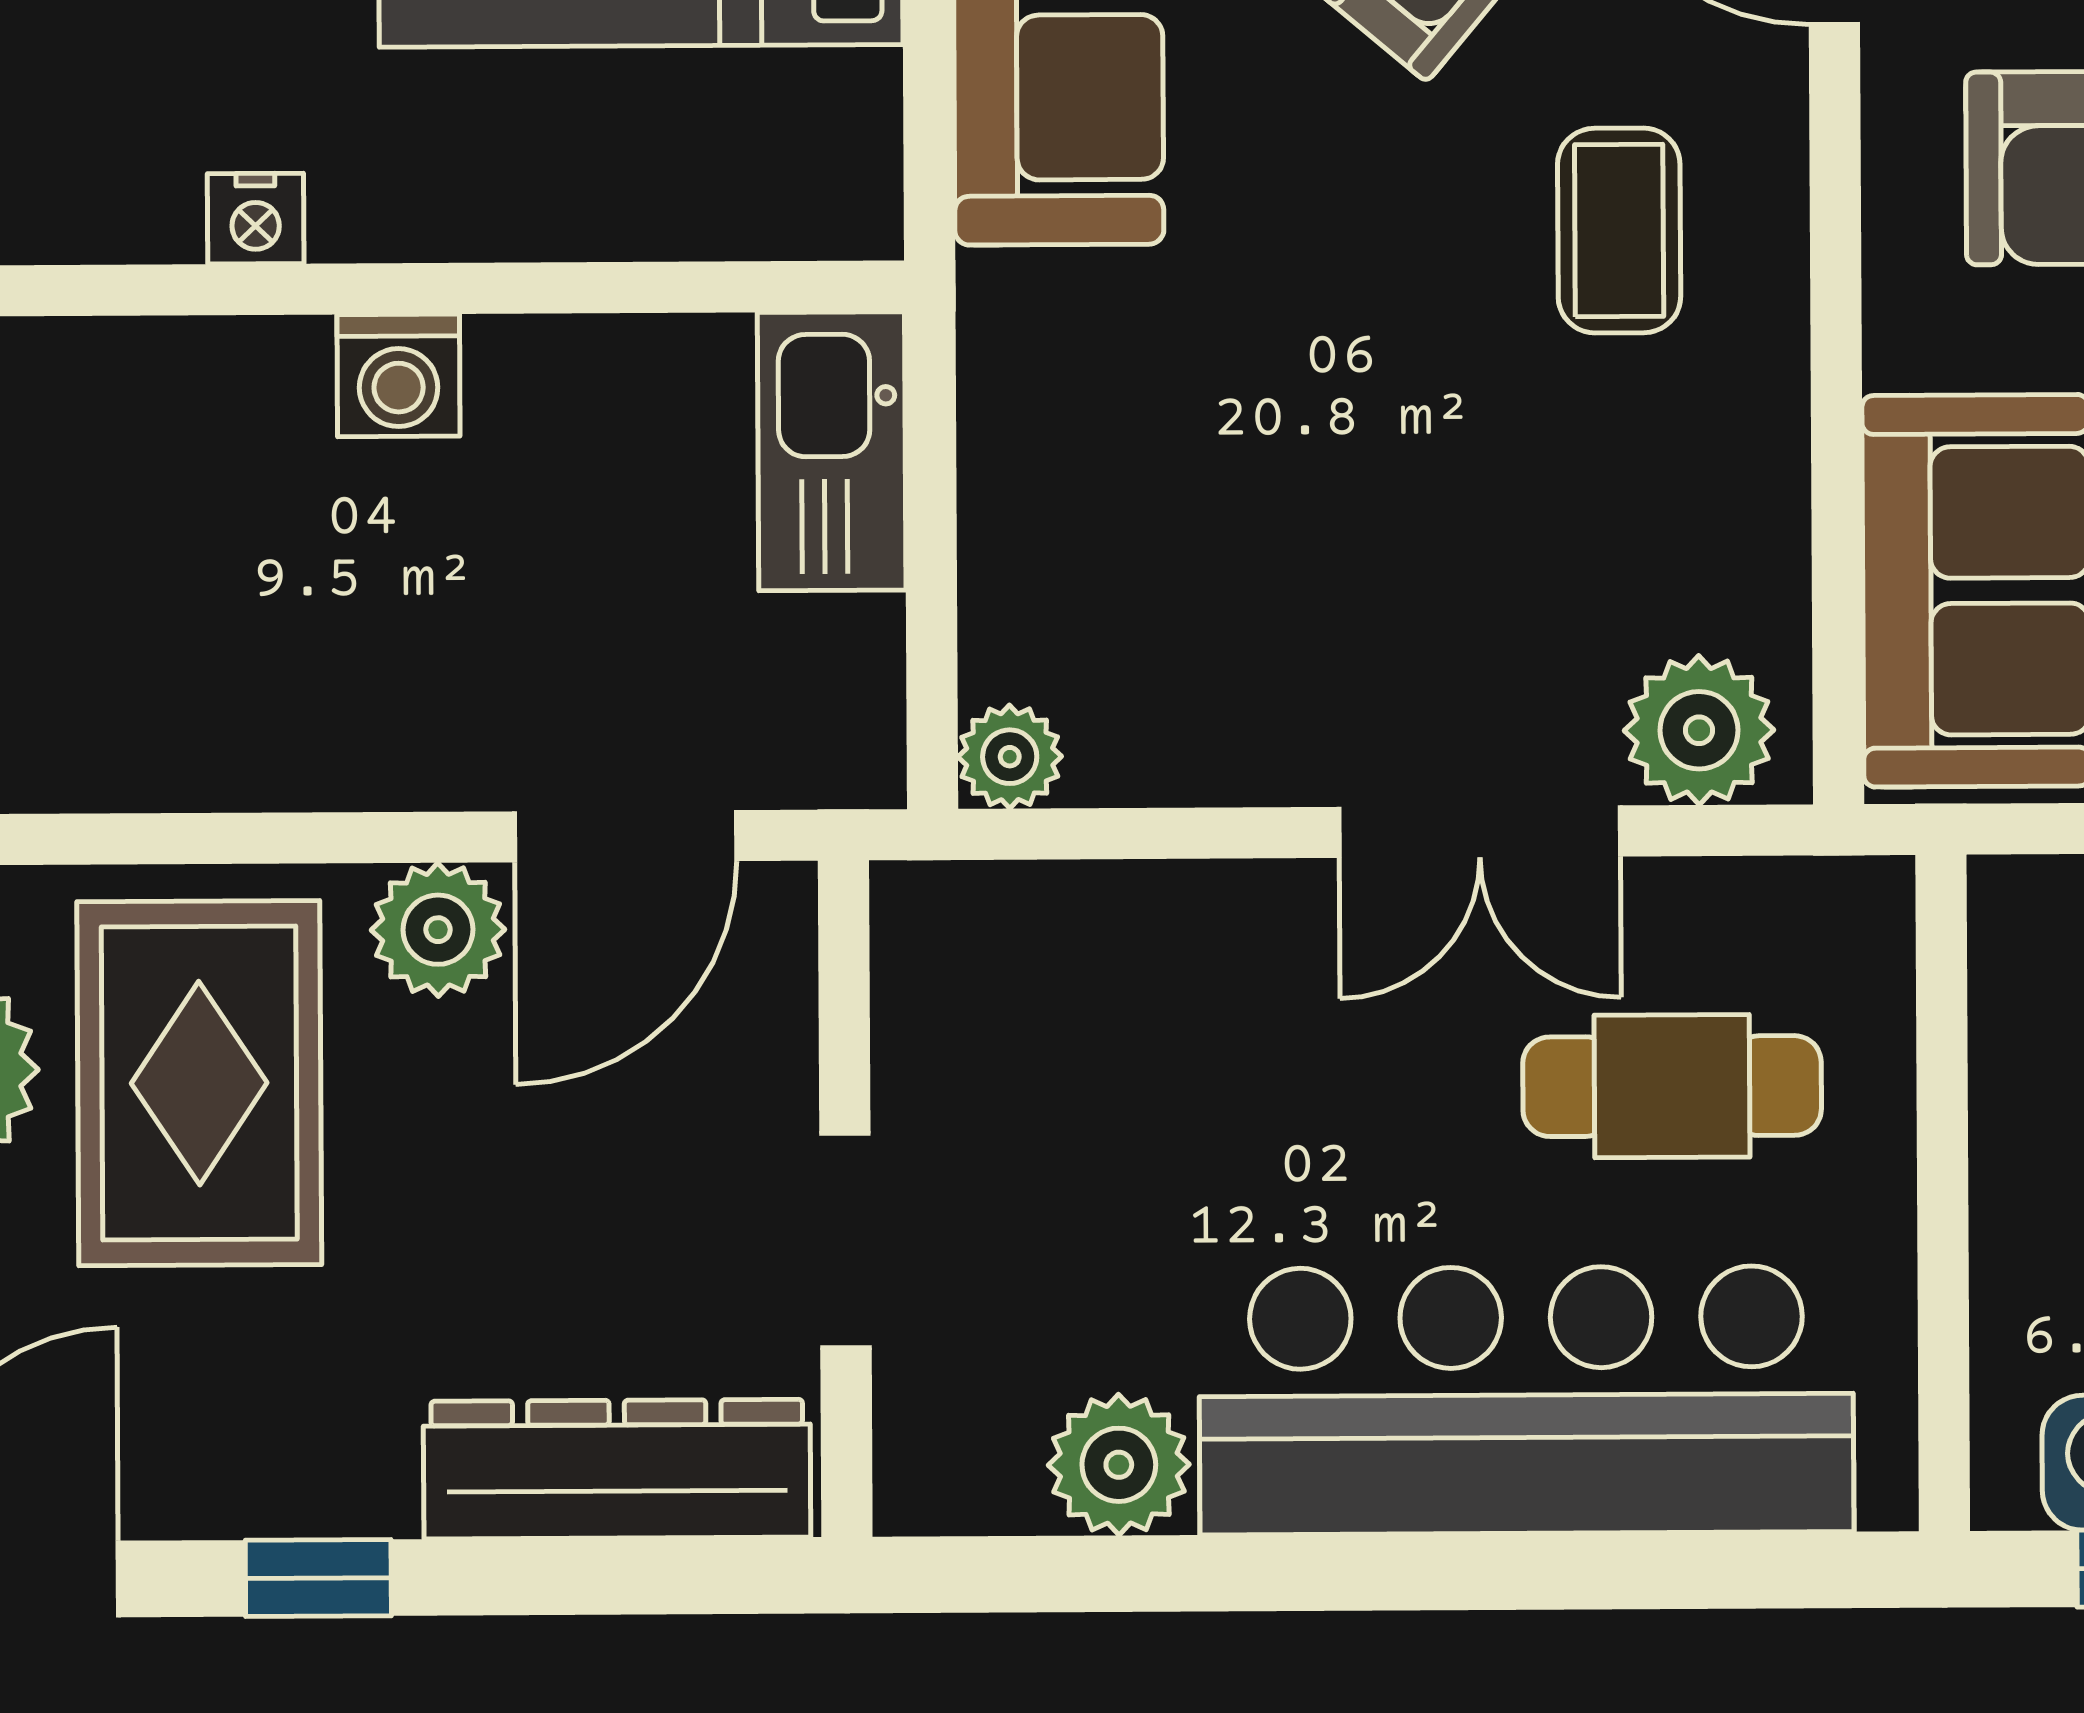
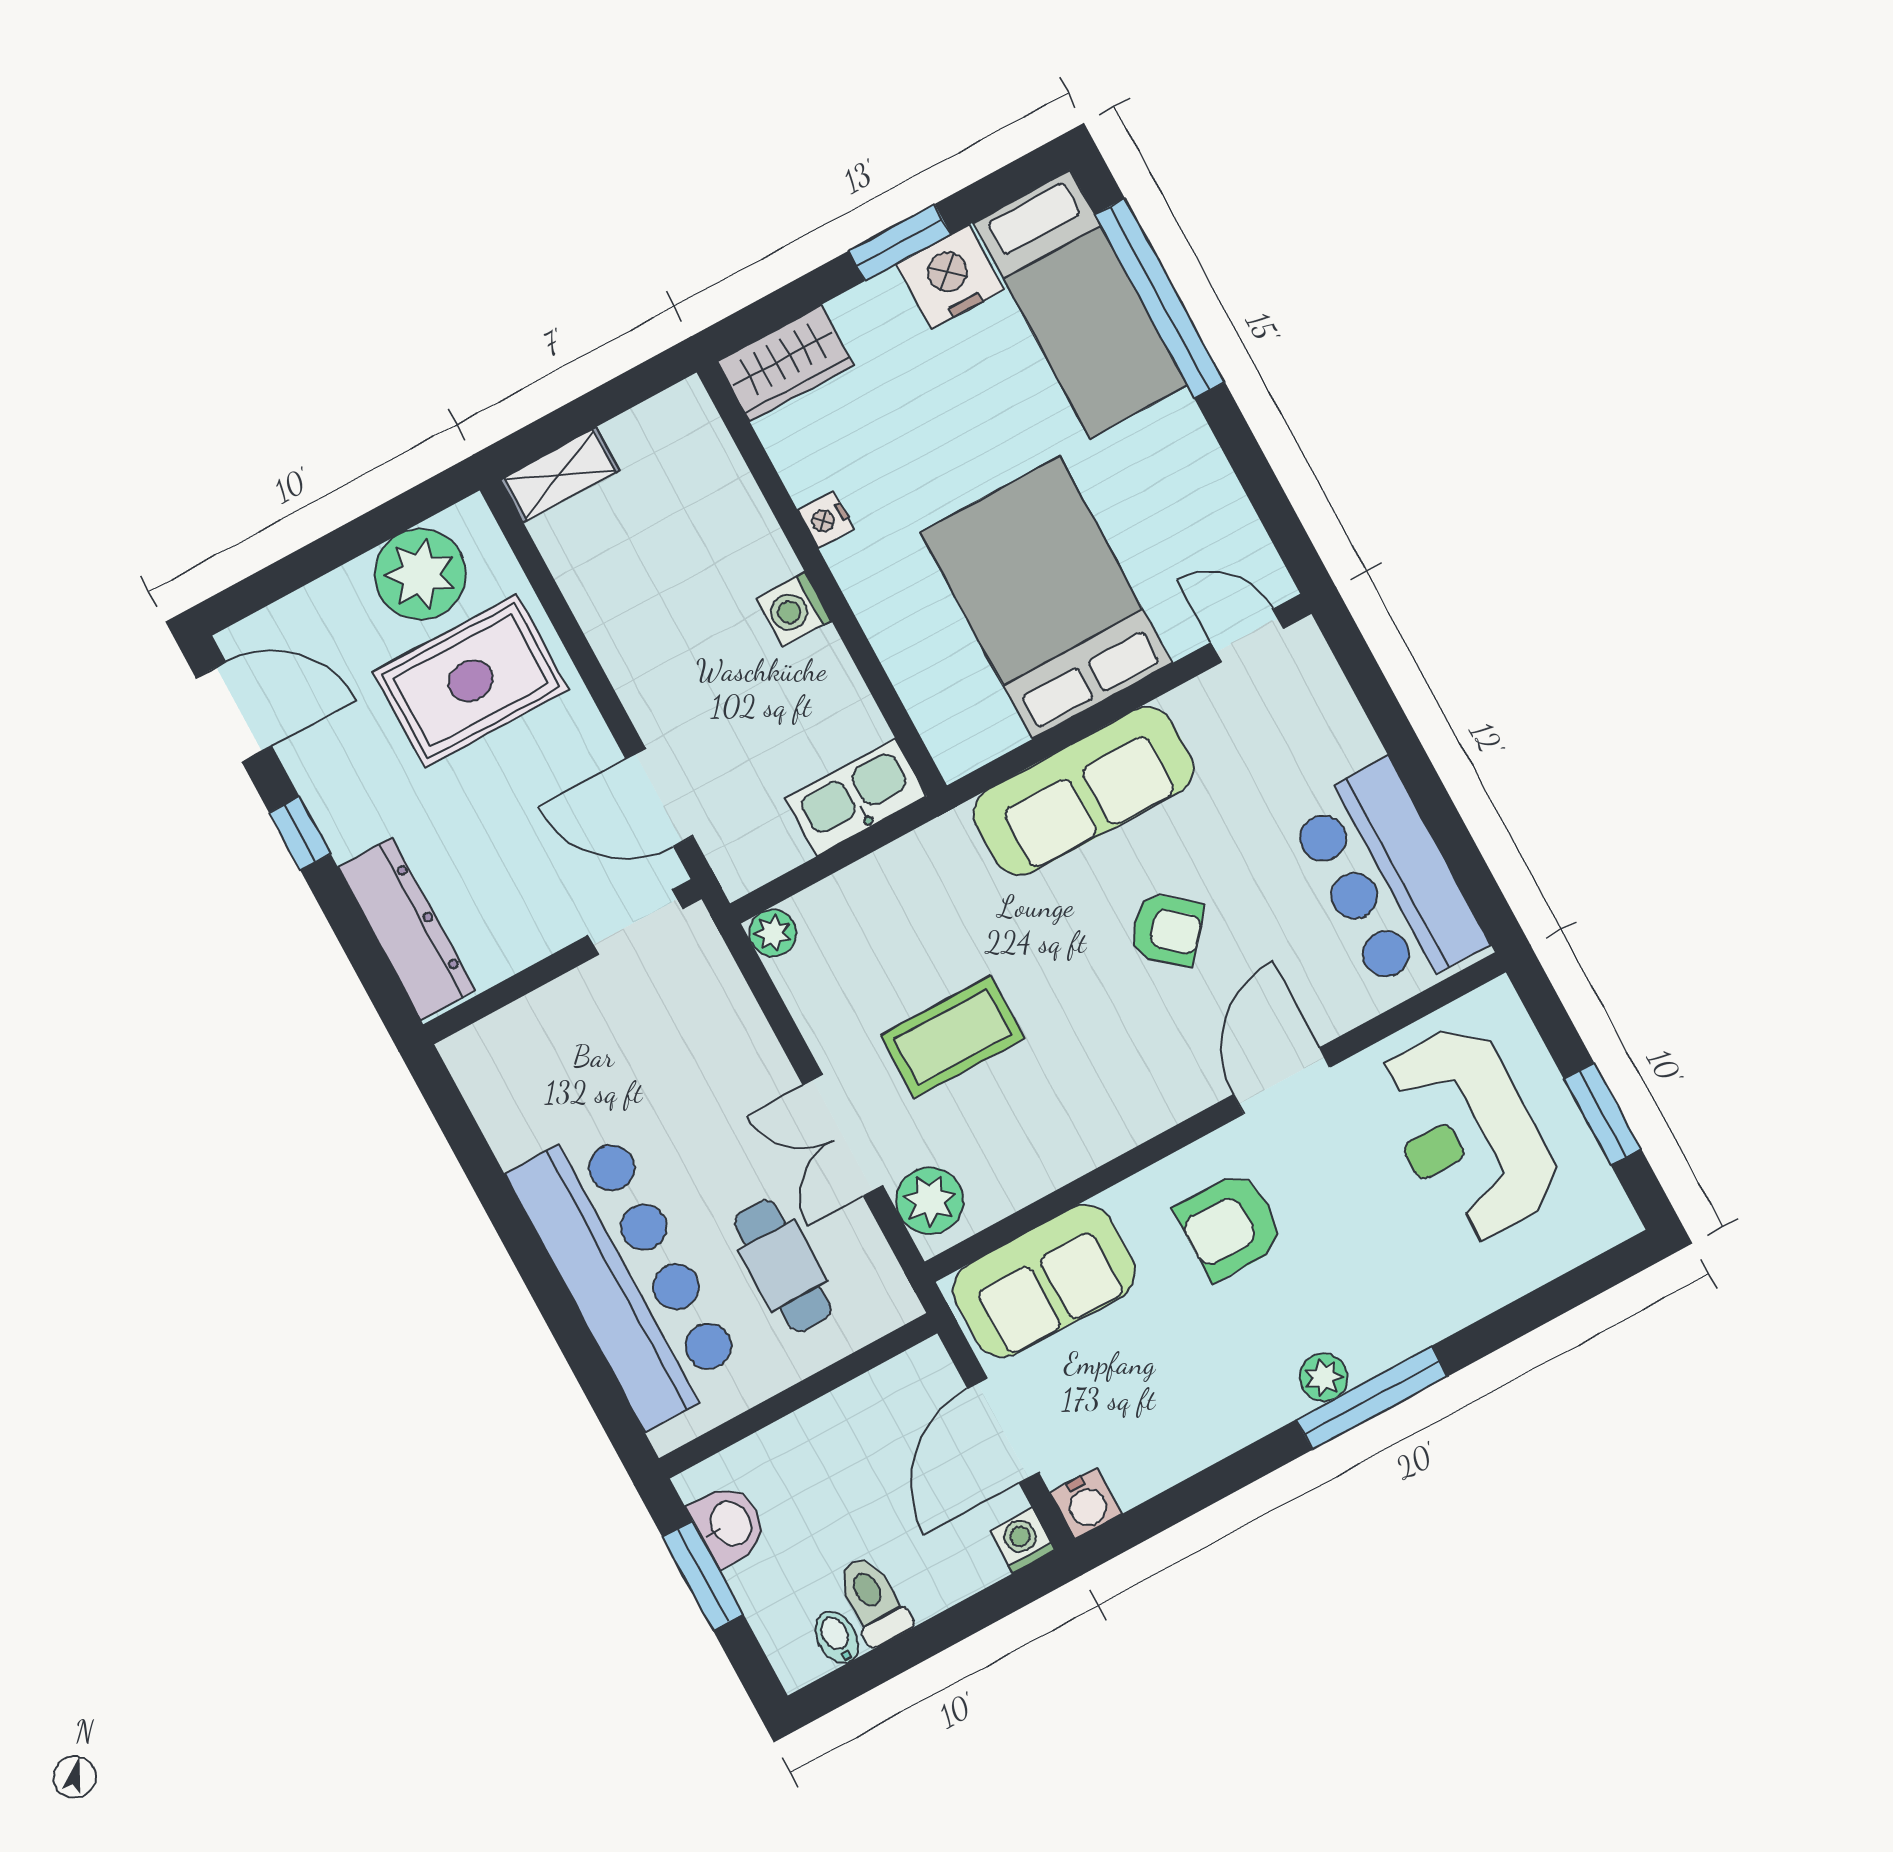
coffee table: (1619, 231) -> (953, 1037), moved, width x1.36, depth x1.30
plant: (438, 930) -> (582, 743), removed
doorway: (845, 1241) -> (635, 922), moved
plant: (1119, 1465) -> (515, 1127), removed

